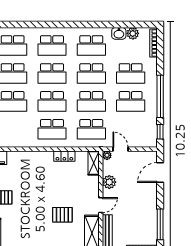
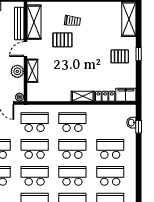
shelving: (41, 156) -> (83, 96), added
locker: (64, 156) -> (105, 96), moved
shelving: (94, 163) -> (32, 71), moved
trolley: (52, 235) -> (72, 21), added

